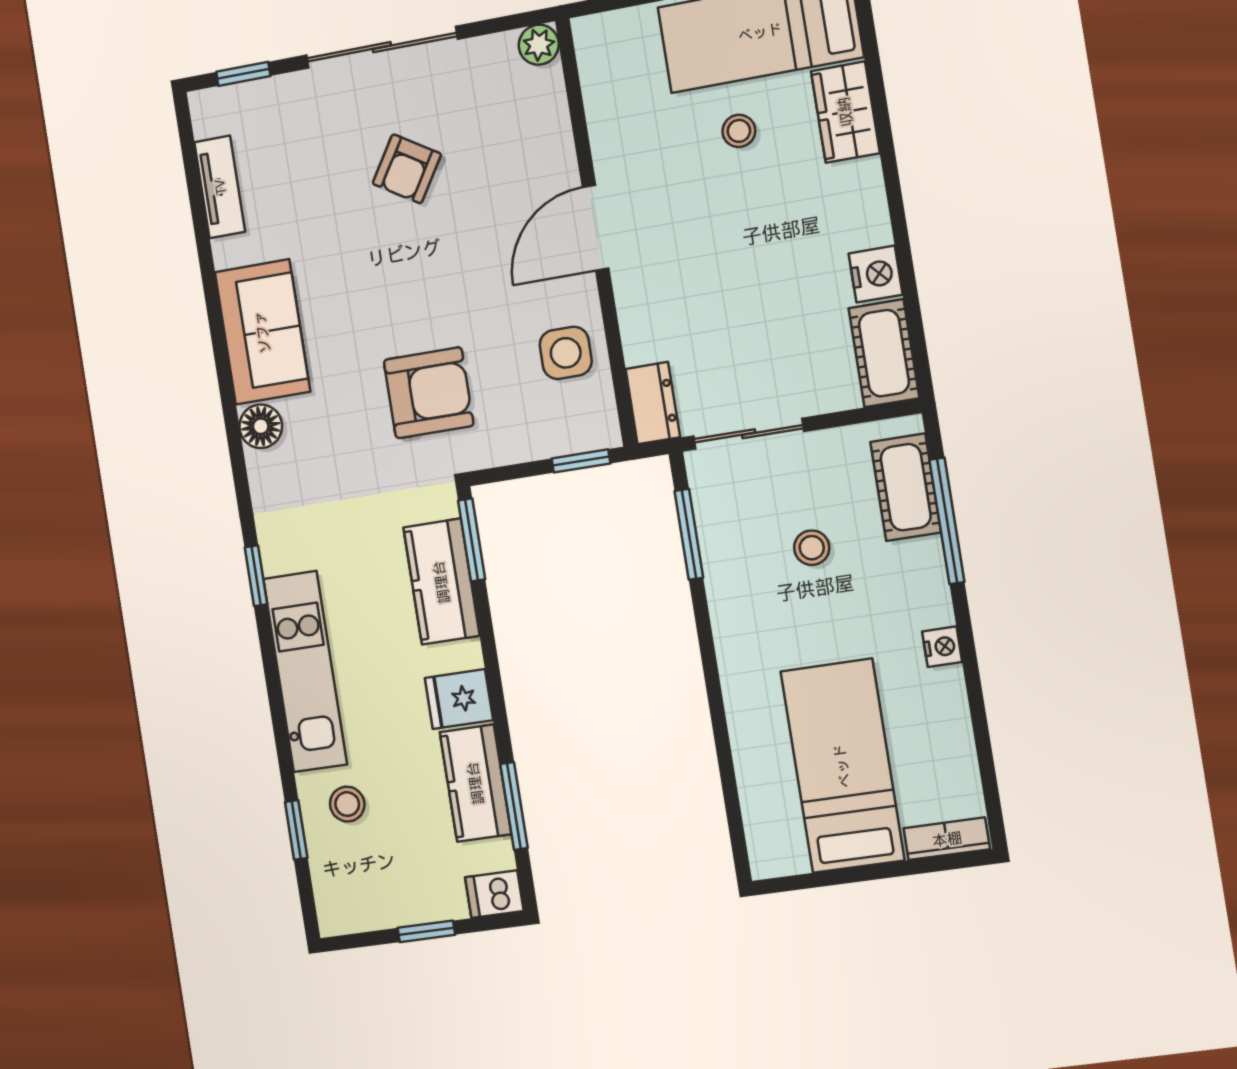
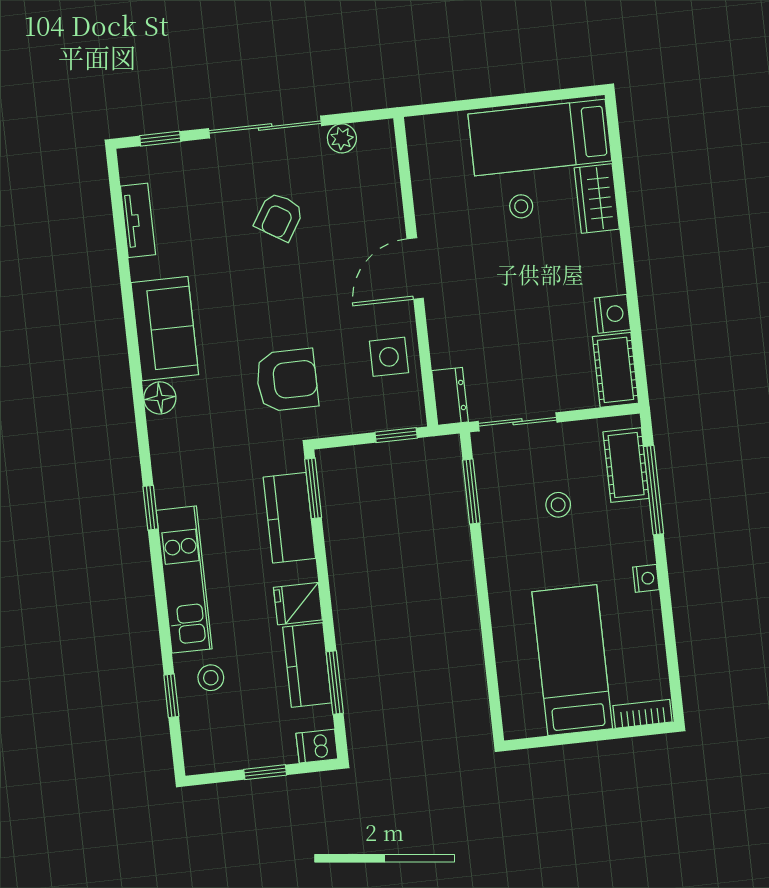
plant: (539, 45) -> (342, 138), moved

